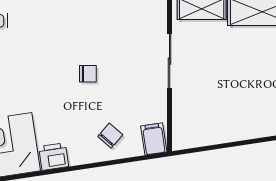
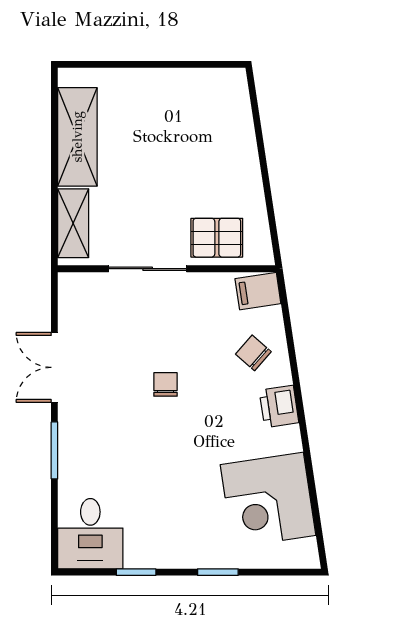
pallet: (191, 110) -> (217, 238), added
printer: (54, 157) -> (279, 406), moved

